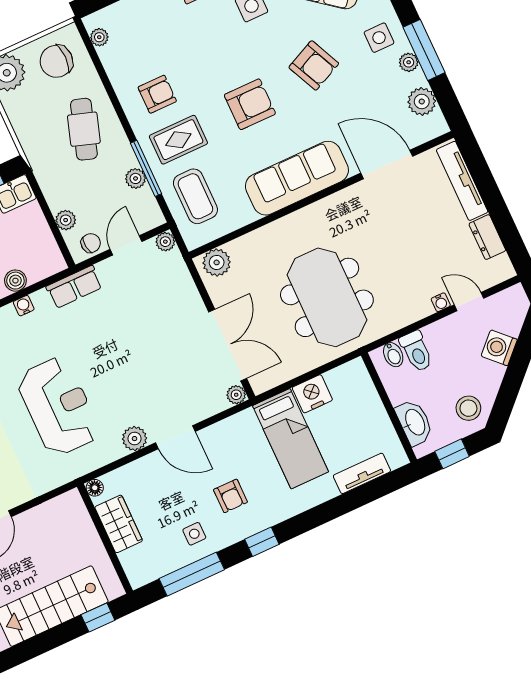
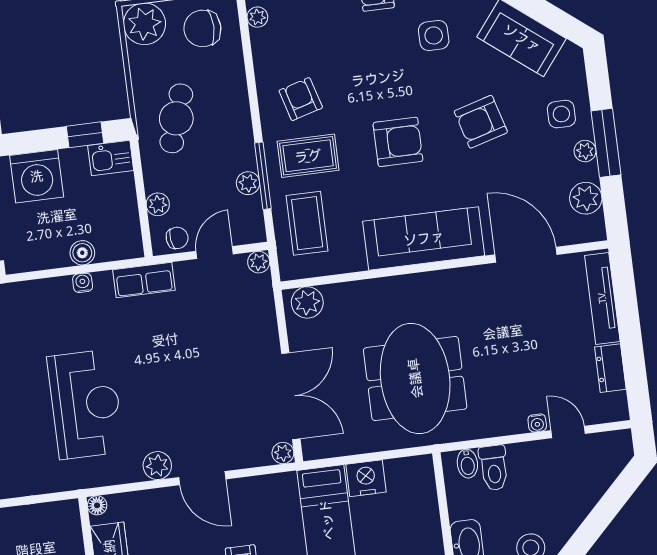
armchair: (314, 65) -> (481, 122), turned 99
armchair: (157, 94) -> (301, 99), turned -106
cafe table: (84, 129) -> (176, 118), moved
washing machine: (499, 348) -> (585, 493), removed

